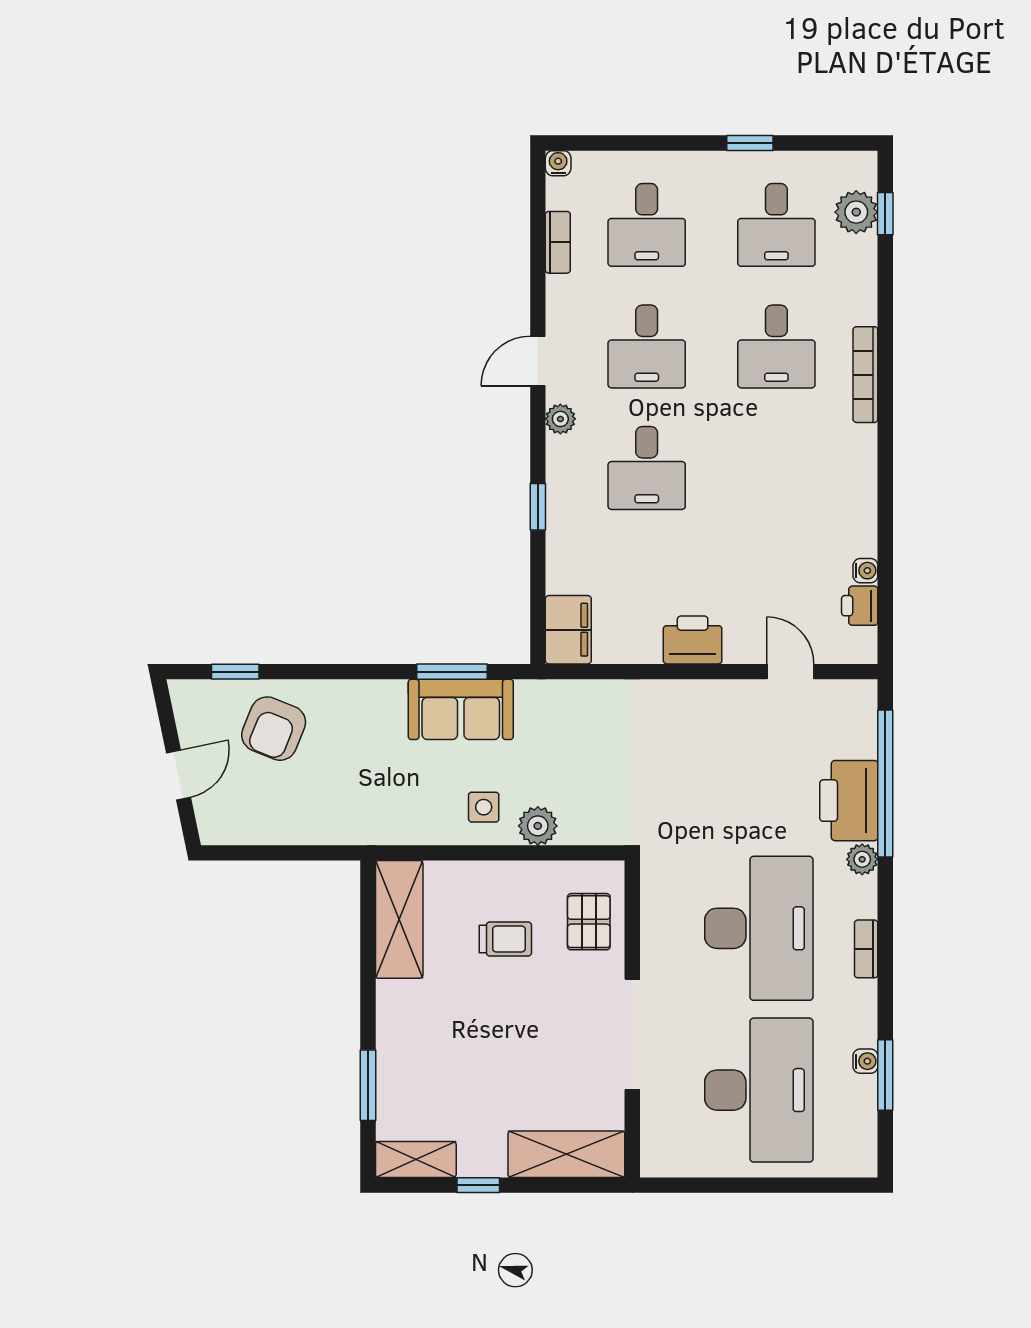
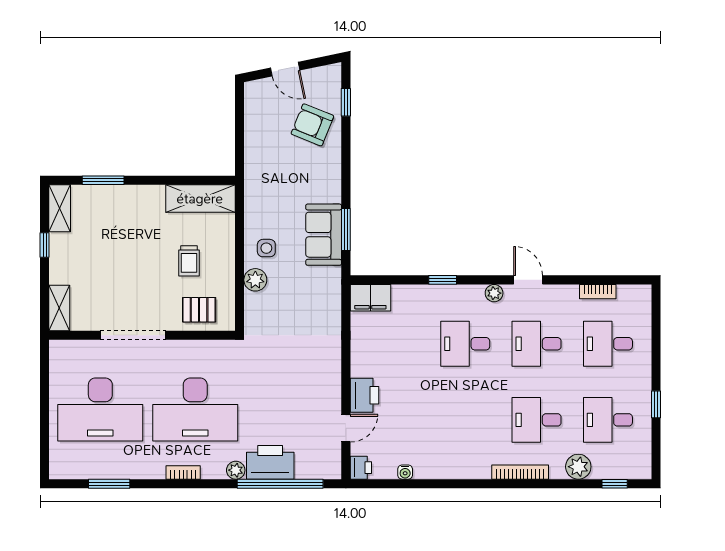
water cooler: (558, 163) -> (644, 292), removed
plant: (856, 212) -> (578, 467), moved
printer: (860, 606) -> (361, 468), moved, turned 90
printer: (693, 640) -> (364, 395), moved
water cooler: (865, 1061) -> (117, 472), removed
shelving: (566, 1154) -> (59, 308), width x0.67, depth x0.75

